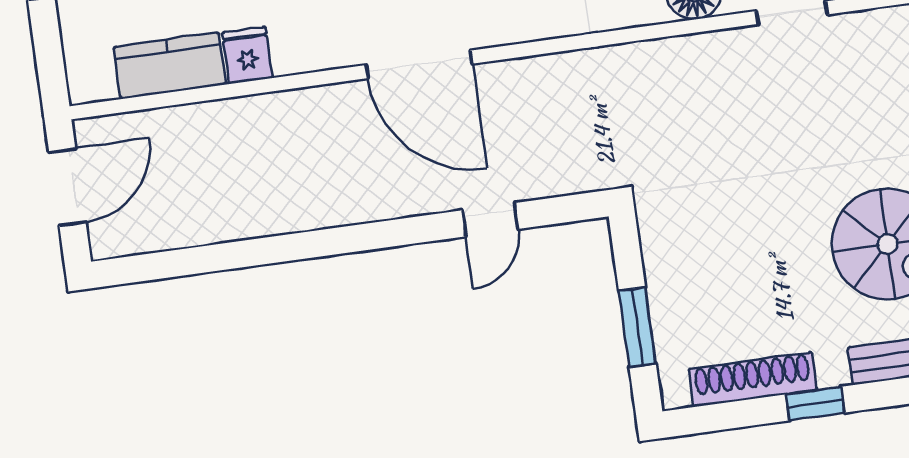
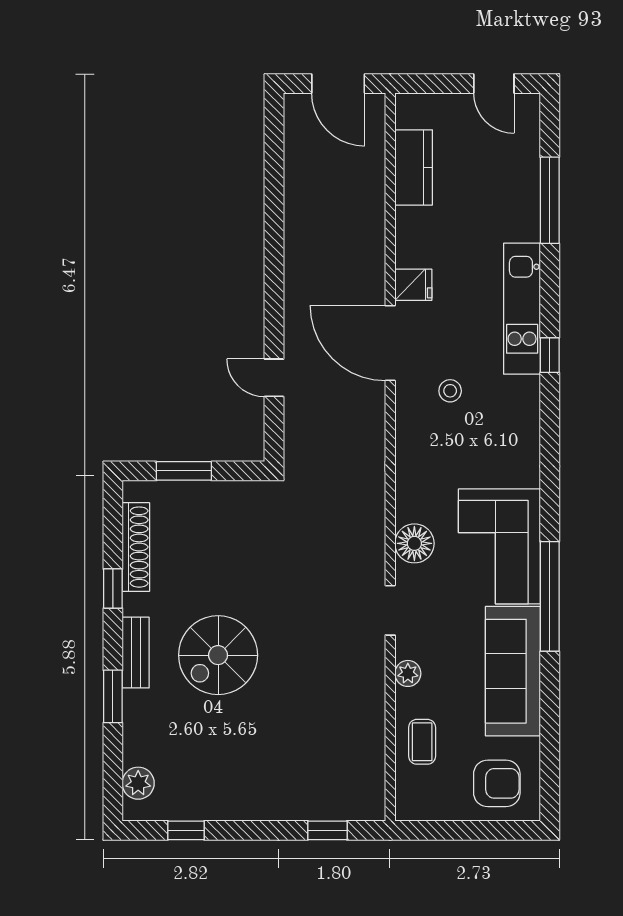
fridge: (247, 55) -> (413, 285), moved
door: (419, 64) -> (390, 343), hinge flipped

